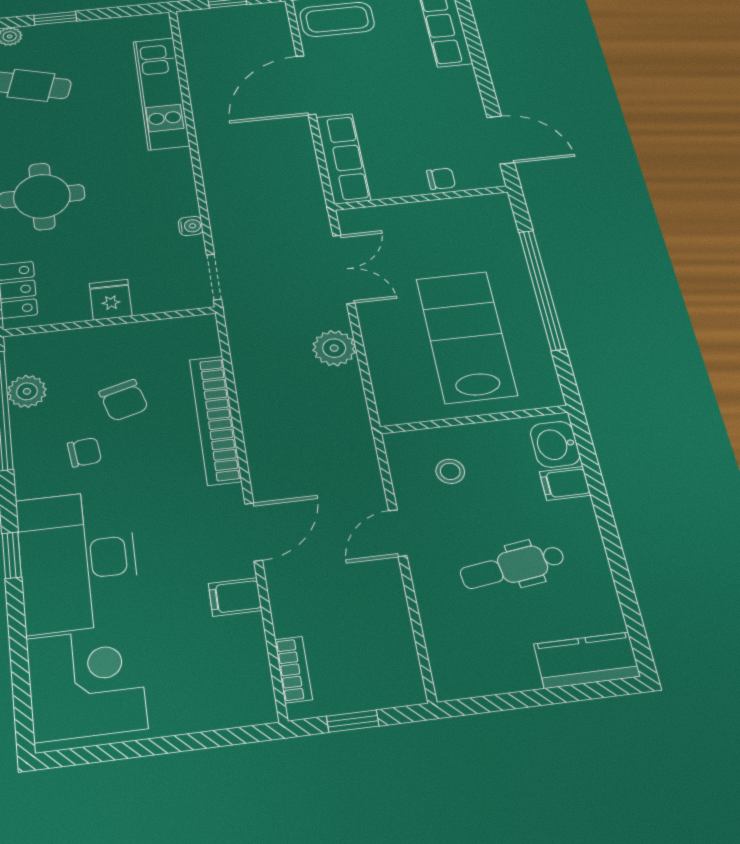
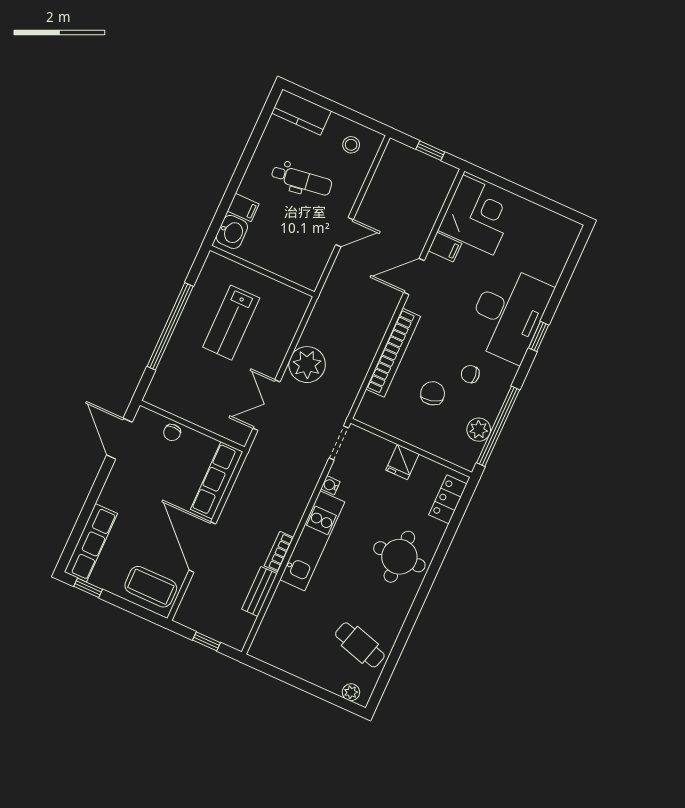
window: (55, 18) -> (316, 691), removed
bench: (199, 77) -> (259, 591), added
door: (306, 85) -> (202, 547), swing flipped
kitchen unit: (161, 93) -> (312, 541), moved
chair: (441, 179) -> (172, 432), turned -90
lab bench: (466, 336) -> (231, 323), width x0.73, depth x0.72
plant: (334, 348) -> (307, 365), width x1.36, depth x1.36
stool: (450, 471) -> (351, 145), moved
bookcase: (293, 669) -> (279, 552), moved
corner desk: (86, 683) -> (478, 215), moved, turned 180

